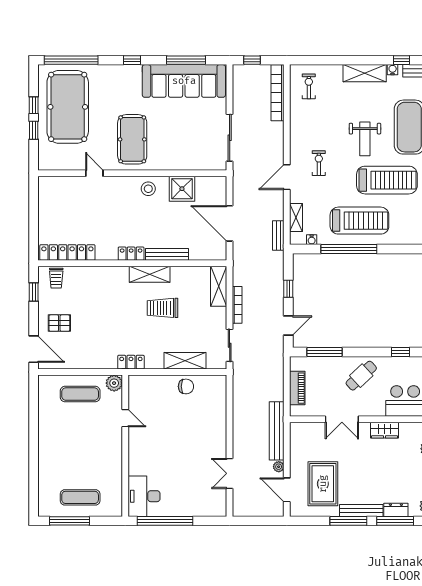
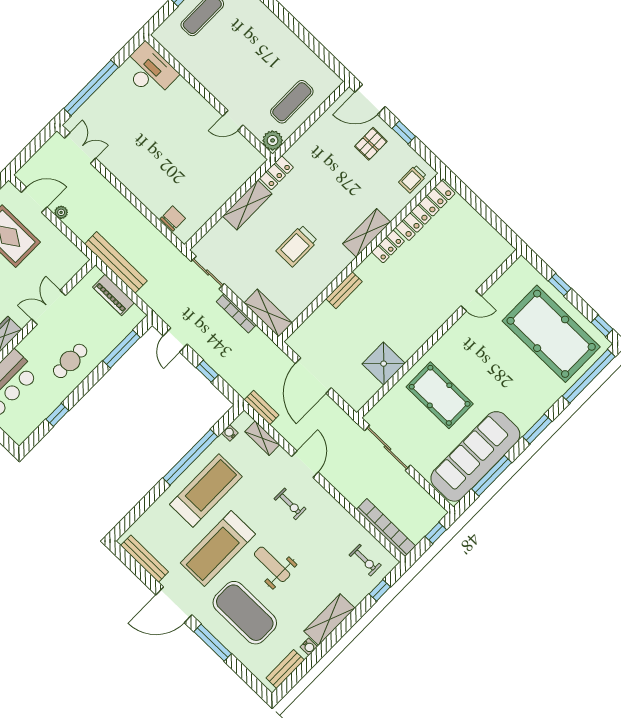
window: (132, 60) -> (537, 429), width x1.50
window: (401, 60) -> (380, 590), moved
window: (34, 105) -> (602, 326), moved
pool table: (132, 139) -> (440, 395), moved
stool: (148, 189) -> (412, 334), removed
treadmill: (359, 221) -> (206, 490), turned 180
door: (230, 223) -> (313, 376), swing flipped
locker: (131, 254) -> (388, 247), moved
bench: (167, 254) -> (344, 290), width x0.73
shelving: (150, 274) -> (367, 233), moved
trolley: (56, 278) -> (412, 179), turned -90
window: (34, 292) -> (404, 132), moved
trolley: (162, 308) -> (297, 246), turned 180
shelving: (185, 361) -> (247, 205), moved
cafe table: (361, 376) -> (70, 361), turned 43
chair: (186, 386) -> (173, 219), moved, turned 180
bench: (277, 431) -> (116, 262), moved
double door: (230, 473) -> (80, 148), moved
window: (165, 521) -> (91, 88), moved

